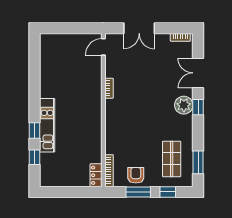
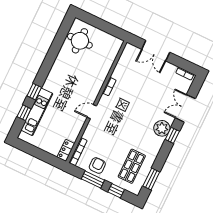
door: (103, 47) -> (92, 112), moved
round table: (56, 56) -> (80, 41), added
kitchen unit: (47, 125) -> (37, 112), moved

